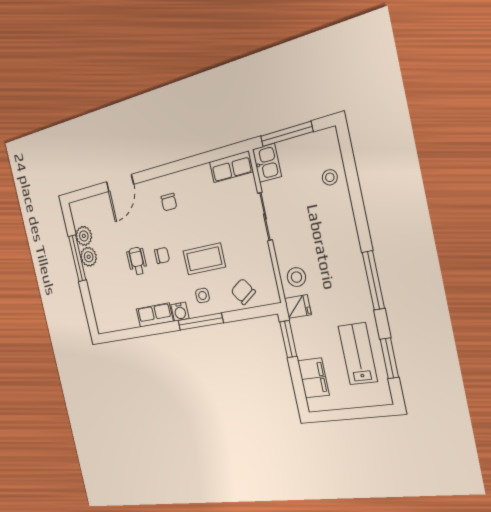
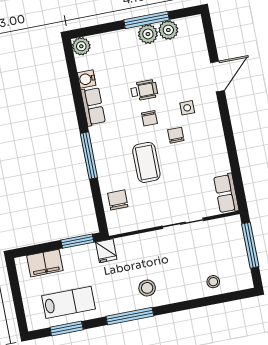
kitchen sink: (267, 163) -> (228, 227), removed
door: (120, 183) -> (217, 77), swing flipped
chair: (169, 202) -> (176, 135), moved, turned 90
stool: (296, 277) -> (147, 288), moved
chair: (243, 292) -> (118, 200), turned -55
side table: (203, 295) -> (187, 108), moved
water cooler: (180, 312) -> (87, 79), moved
plant: (103, 324) -> (81, 46), added

